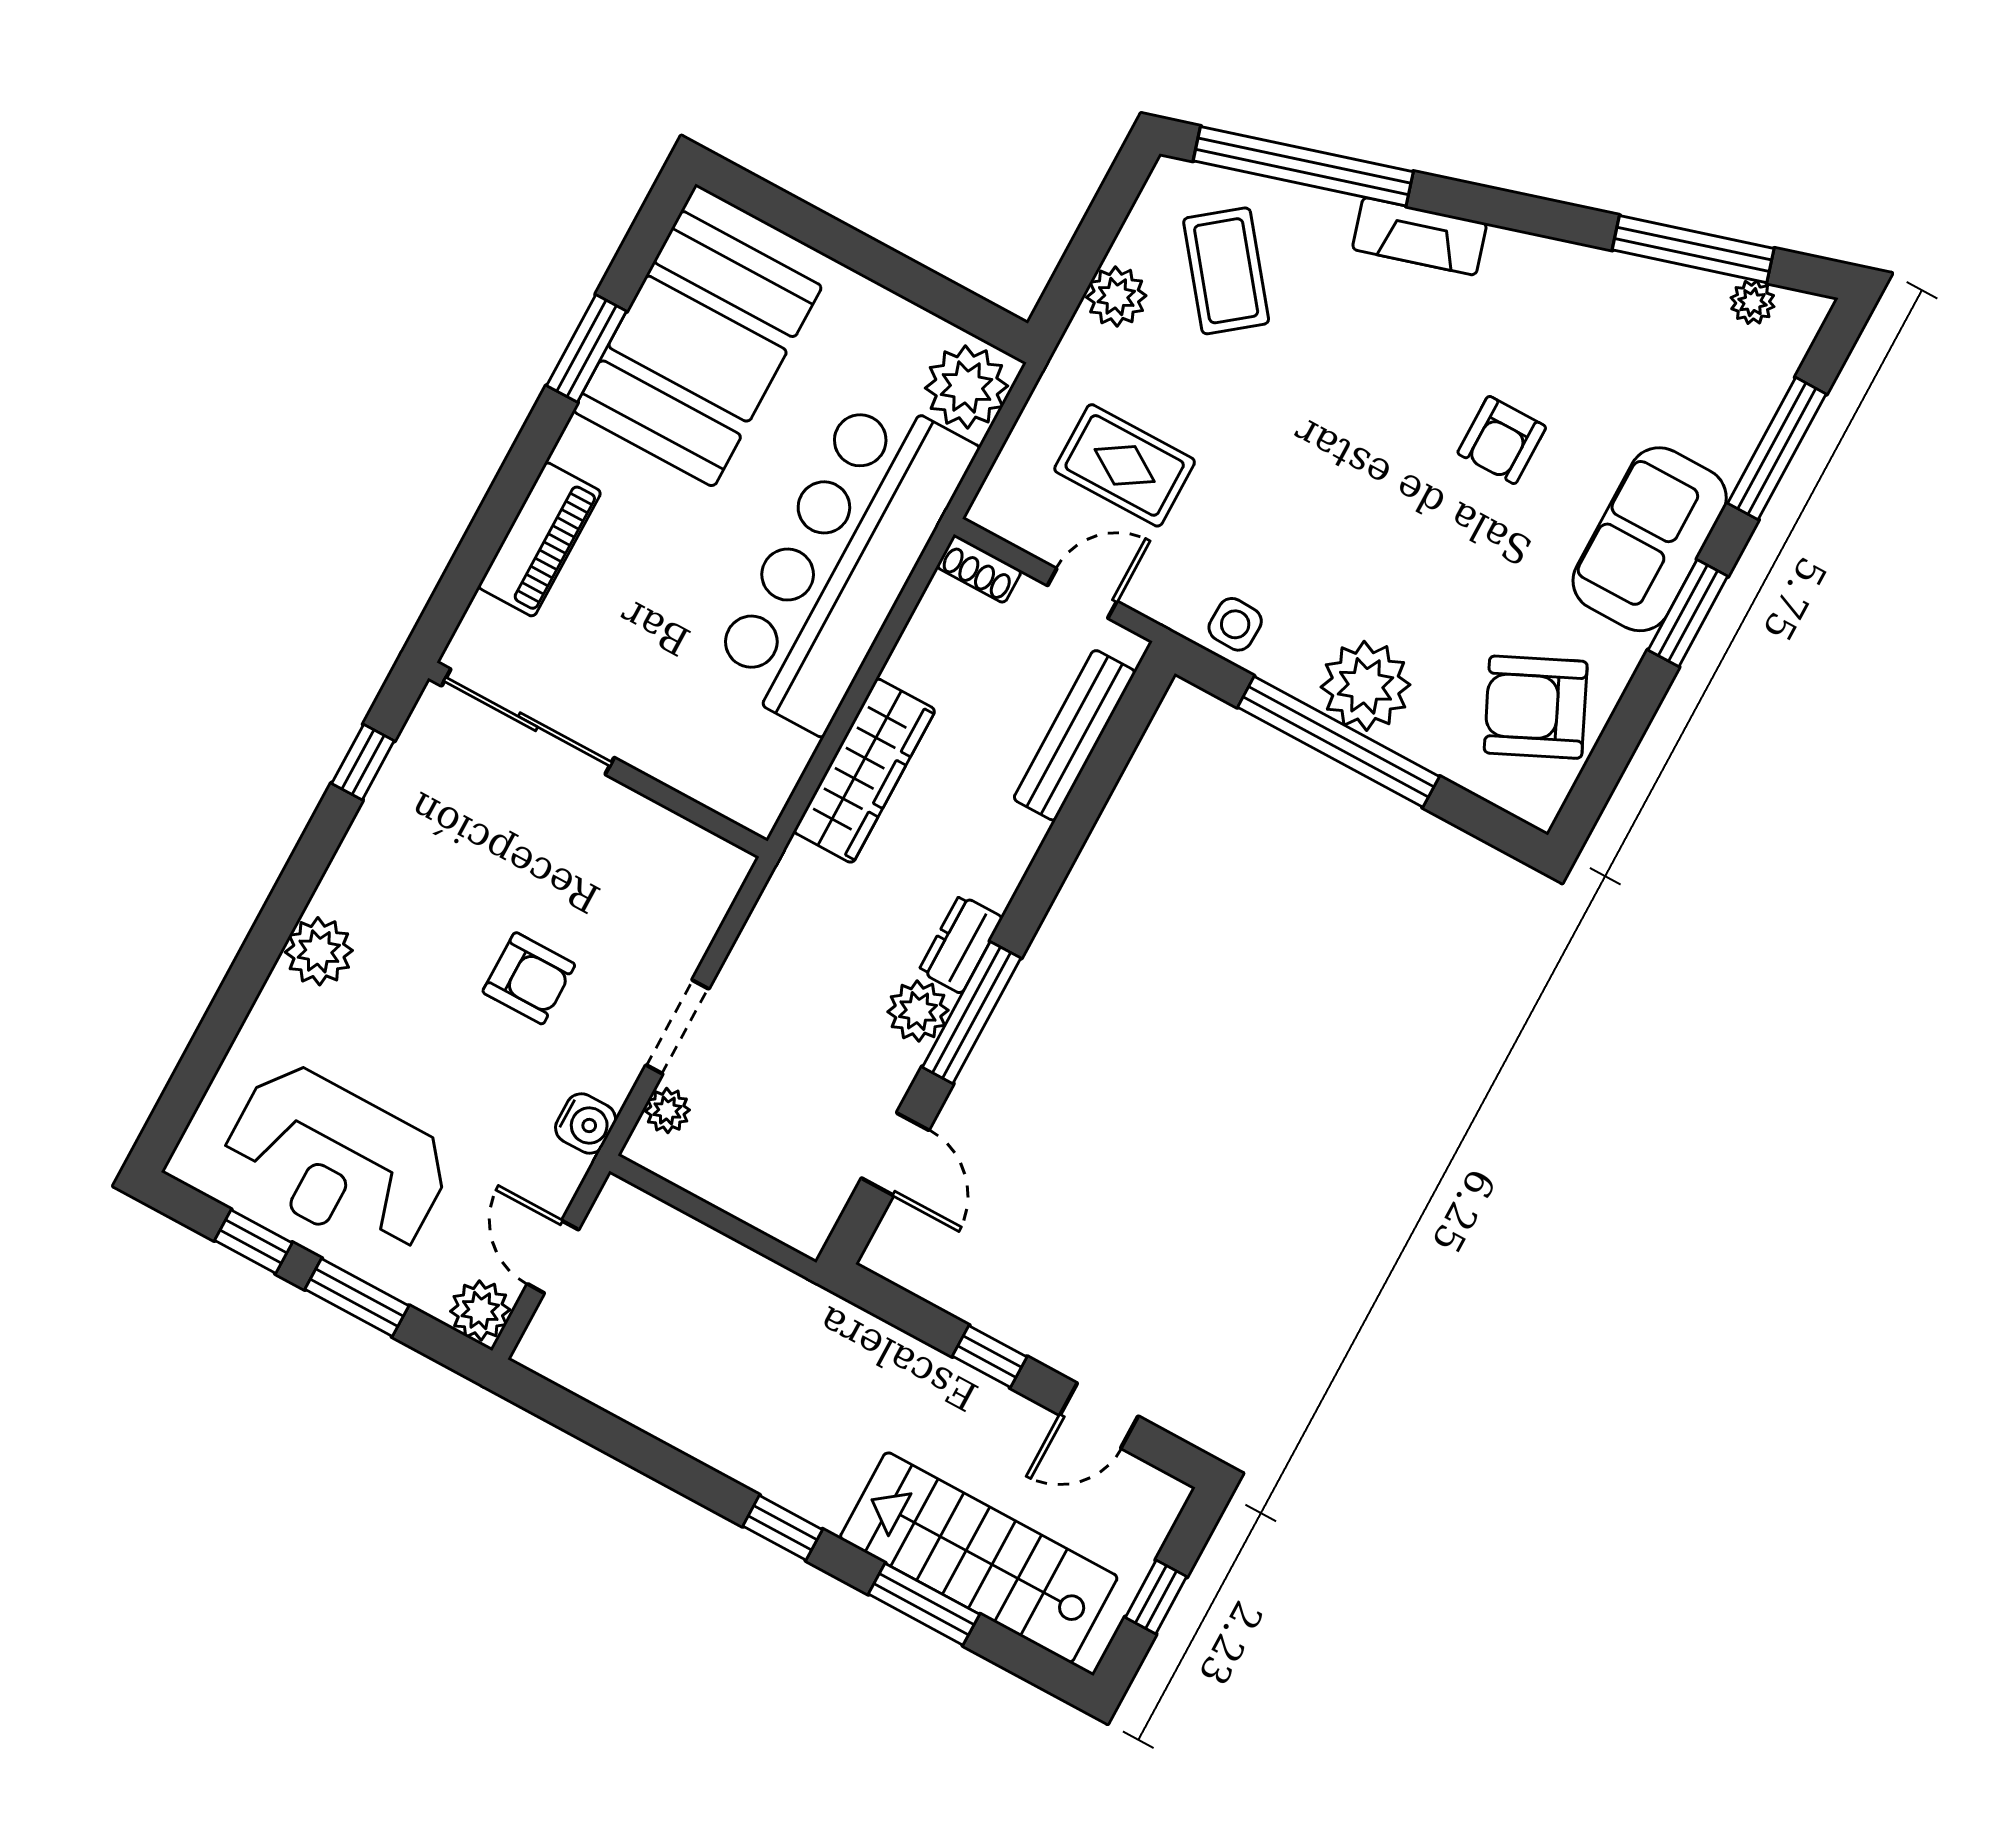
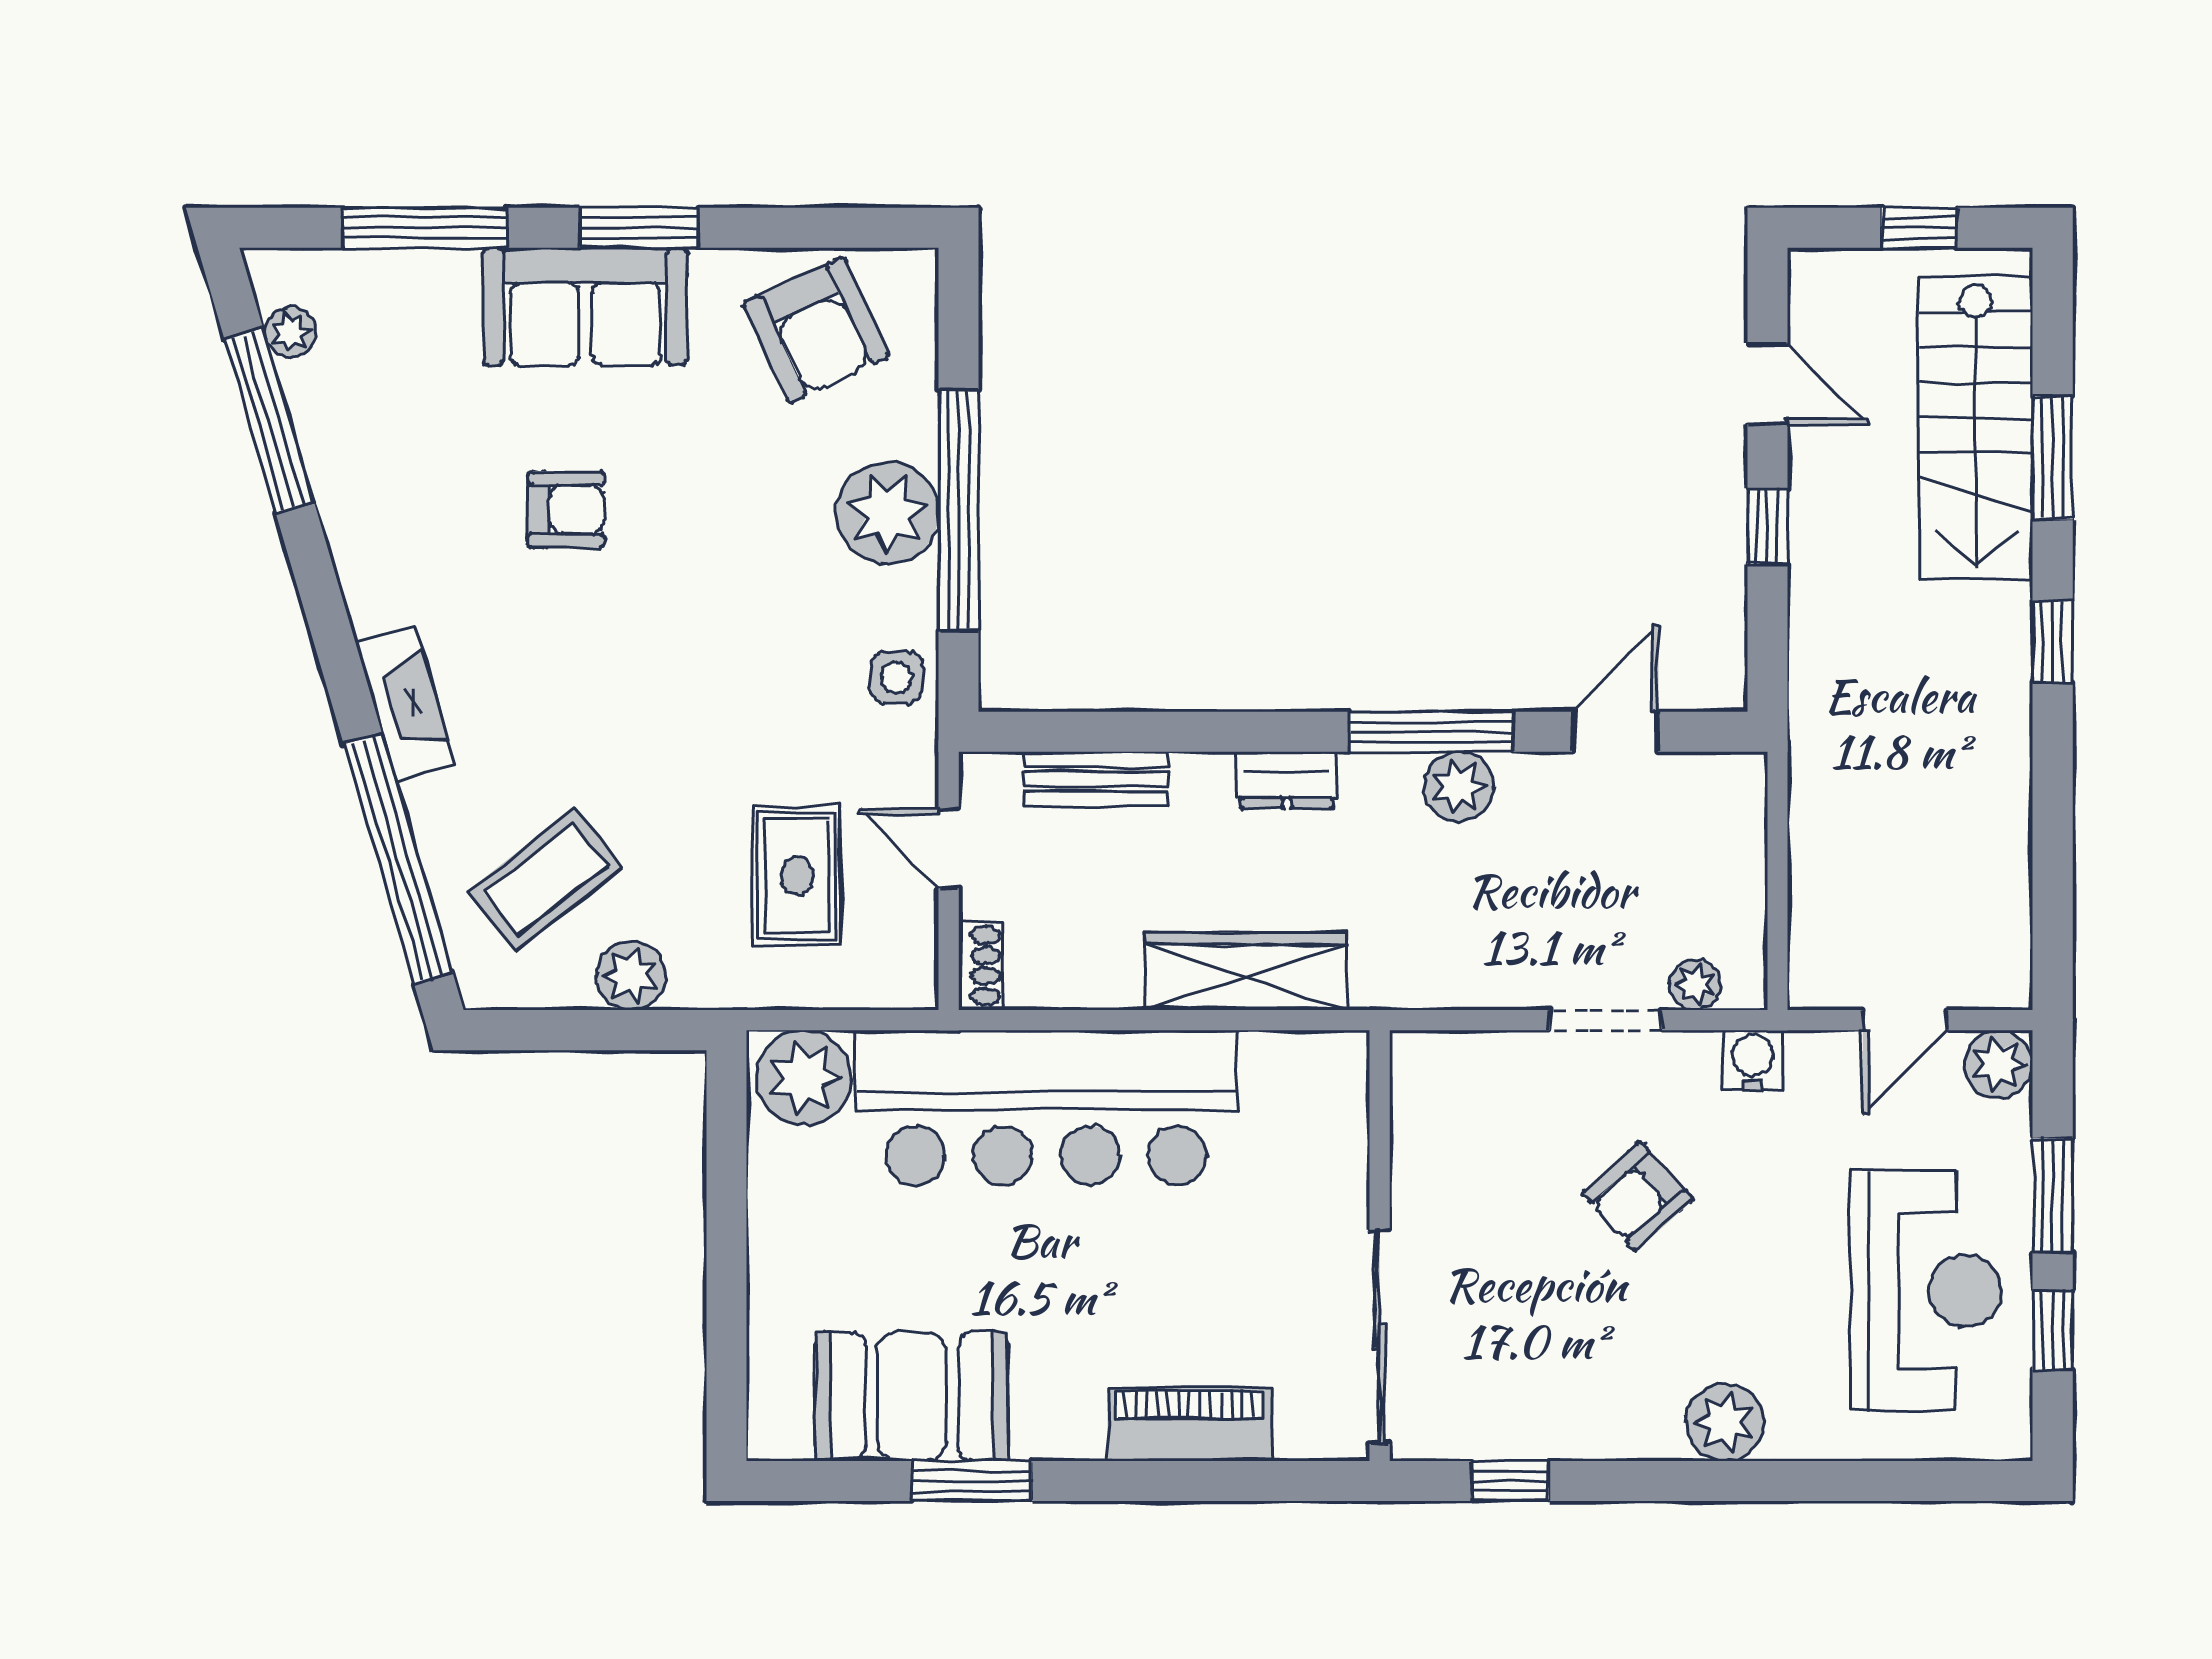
booth: (698, 349) -> (912, 1396), width x0.73, depth x0.70
bench: (1074, 735) -> (1096, 779), width x0.73
dresser: (961, 944) -> (1287, 780), moved
armchair: (529, 978) -> (1638, 1196), turned -132

